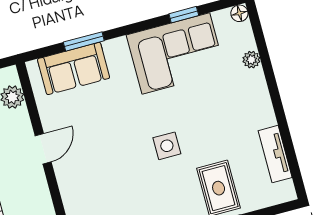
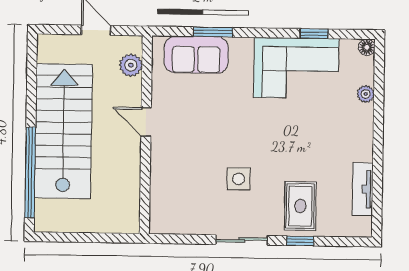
side table: (167, 146) -> (239, 179), moved
door: (43, 149) -> (146, 122), swing flipped

